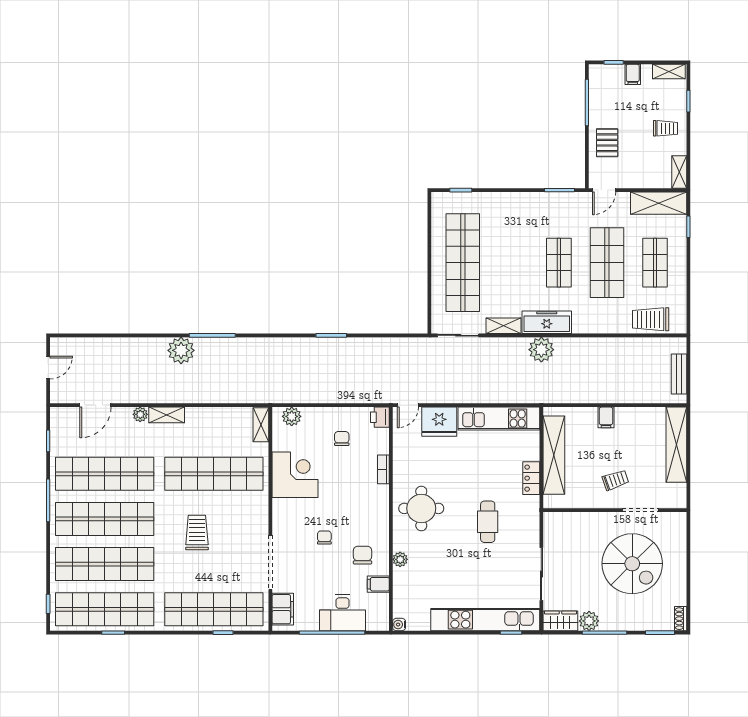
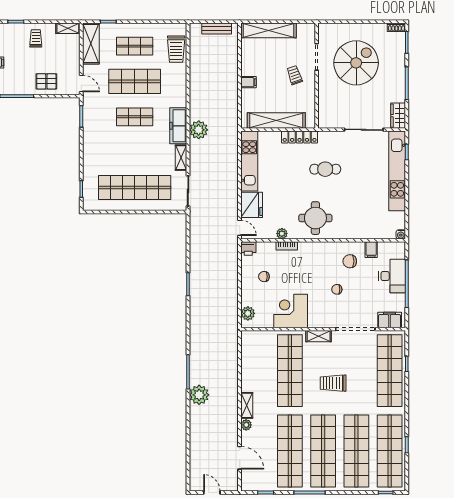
shelving: (261, 425) -> (319, 336), moved
locker: (531, 478) -> (300, 137), width x1.53
plant: (400, 559) -> (282, 234), moved
plant: (589, 621) -> (398, 95), removed

